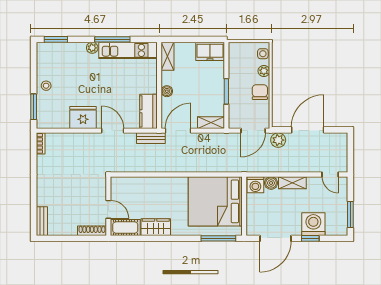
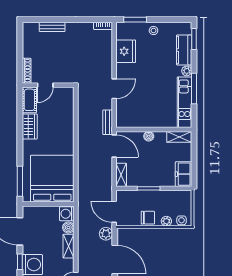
kitchen counter: (148, 111) -> (184, 50), moved, turned -90
fridge: (83, 117) -> (126, 51), moved
bench: (42, 221) -> (52, 27), moved

